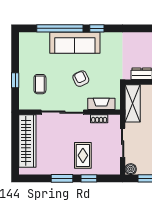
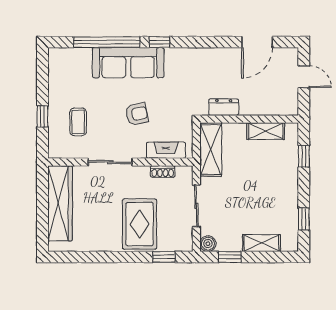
armchair: (81, 79) -> (137, 114), turned 103
sliding door: (62, 112) -> (110, 162), width x0.73
rug: (83, 155) -> (140, 224), width x1.36, depth x1.43
window: (62, 178) -> (110, 257), removed
window: (89, 178) -> (164, 257), moved

